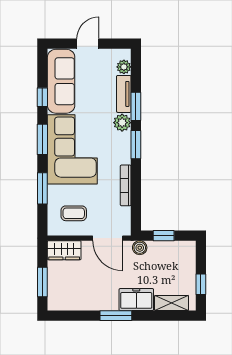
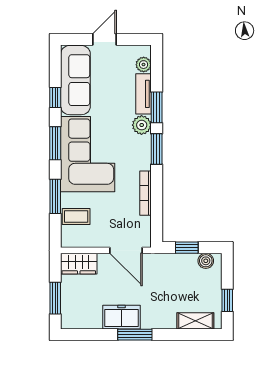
coffee table: (74, 213) -> (76, 217), moved
boiler: (140, 248) -> (206, 261), moved
freezer: (136, 300) -> (121, 317), moved

